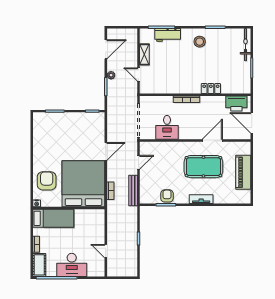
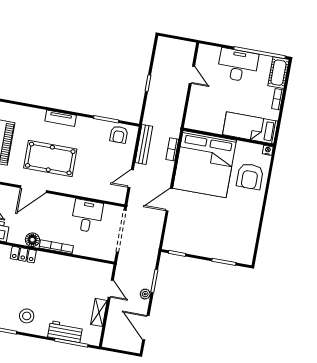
door: (106, 49) -> (146, 328), hinge flipped
floor lamp: (206, 101) -> (32, 240), added
armchair: (167, 196) -> (119, 135), moved

